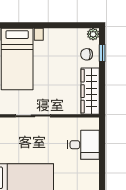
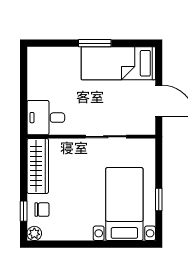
desk: (83, 145) -> (46, 118), moved

